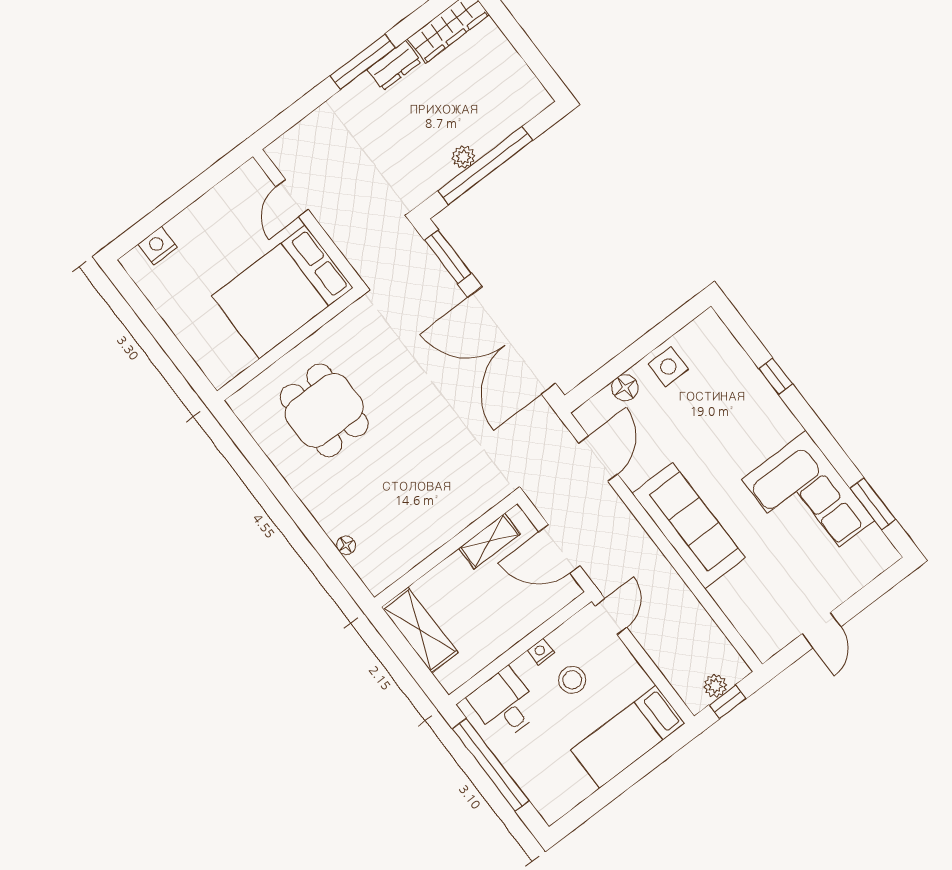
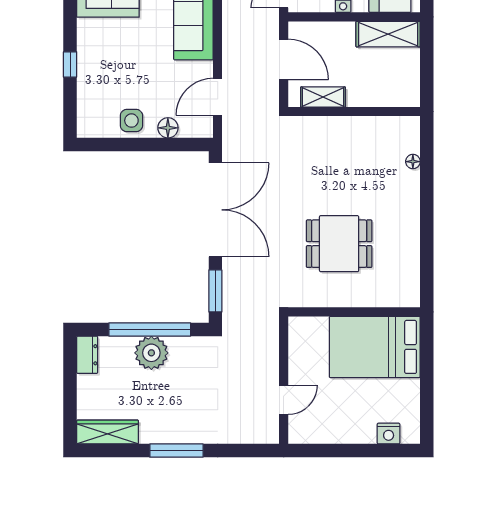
dresser: (394, 66) -> (87, 355), moved, turned 90
plant: (463, 157) -> (151, 353), width x1.88, depth x1.88
bed: (282, 292) -> (375, 347), moved, turned 180
dining table: (324, 410) -> (339, 244), moved, turned 90
shelving: (420, 630) -> (388, 34), moved, turned 90

